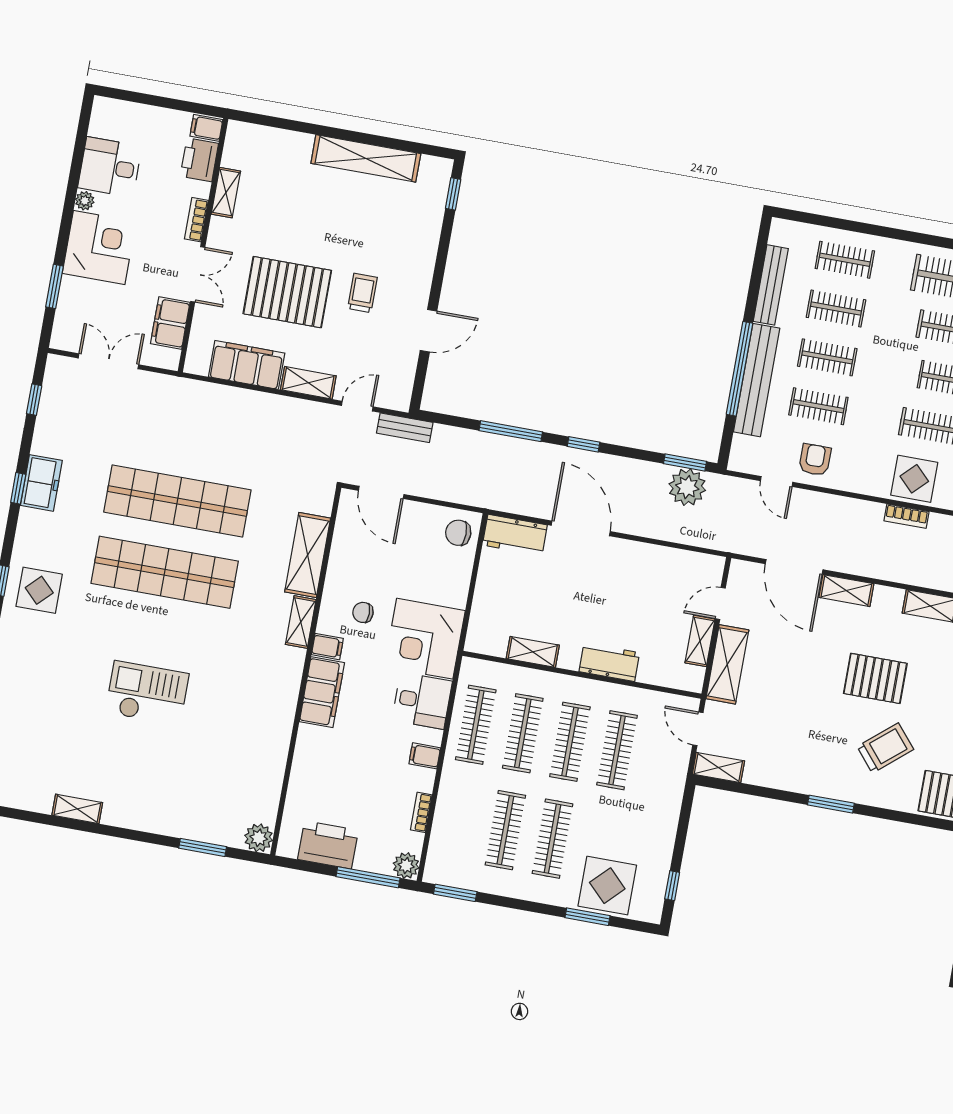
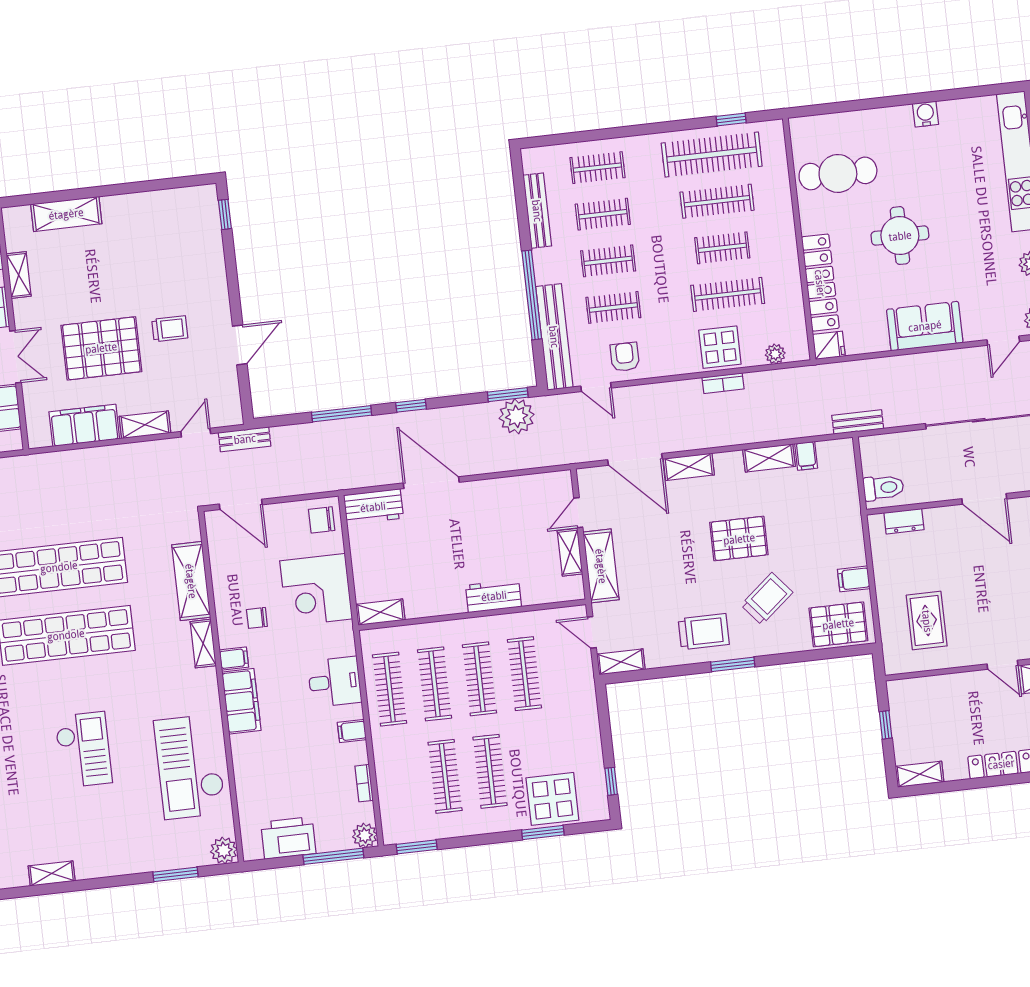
shelving: (366, 158) -> (66, 214), moved, width x0.68
trolley: (362, 293) -> (170, 329), turned 90
bench: (757, 380) -> (554, 337), moved
corner desk: (425, 639) -> (316, 590), moved
shelving: (533, 652) -> (380, 612), moved
checkout: (147, 693) -> (83, 750), turned 90
checkout: (250, 743) -> (190, 767), added
trolley: (811, 762) -> (704, 632), added

